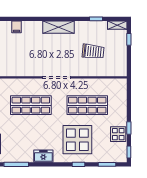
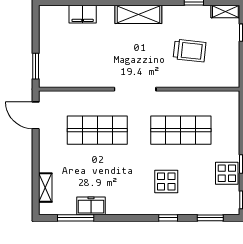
filing cabinet: (16, 27) -> (83, 14), width x2.00
display table: (77, 140) -> (166, 182), width x0.54, depth x0.54
freezer: (43, 156) -> (91, 206), moved

